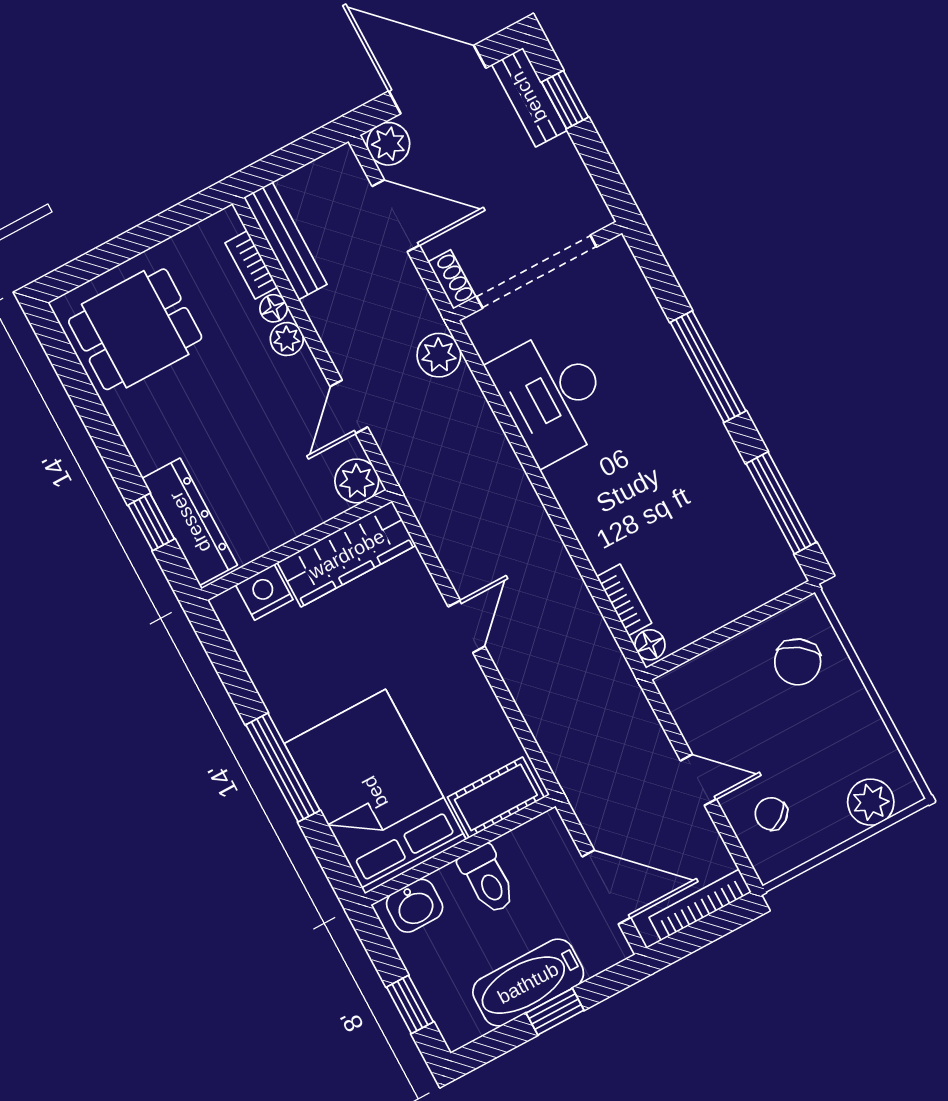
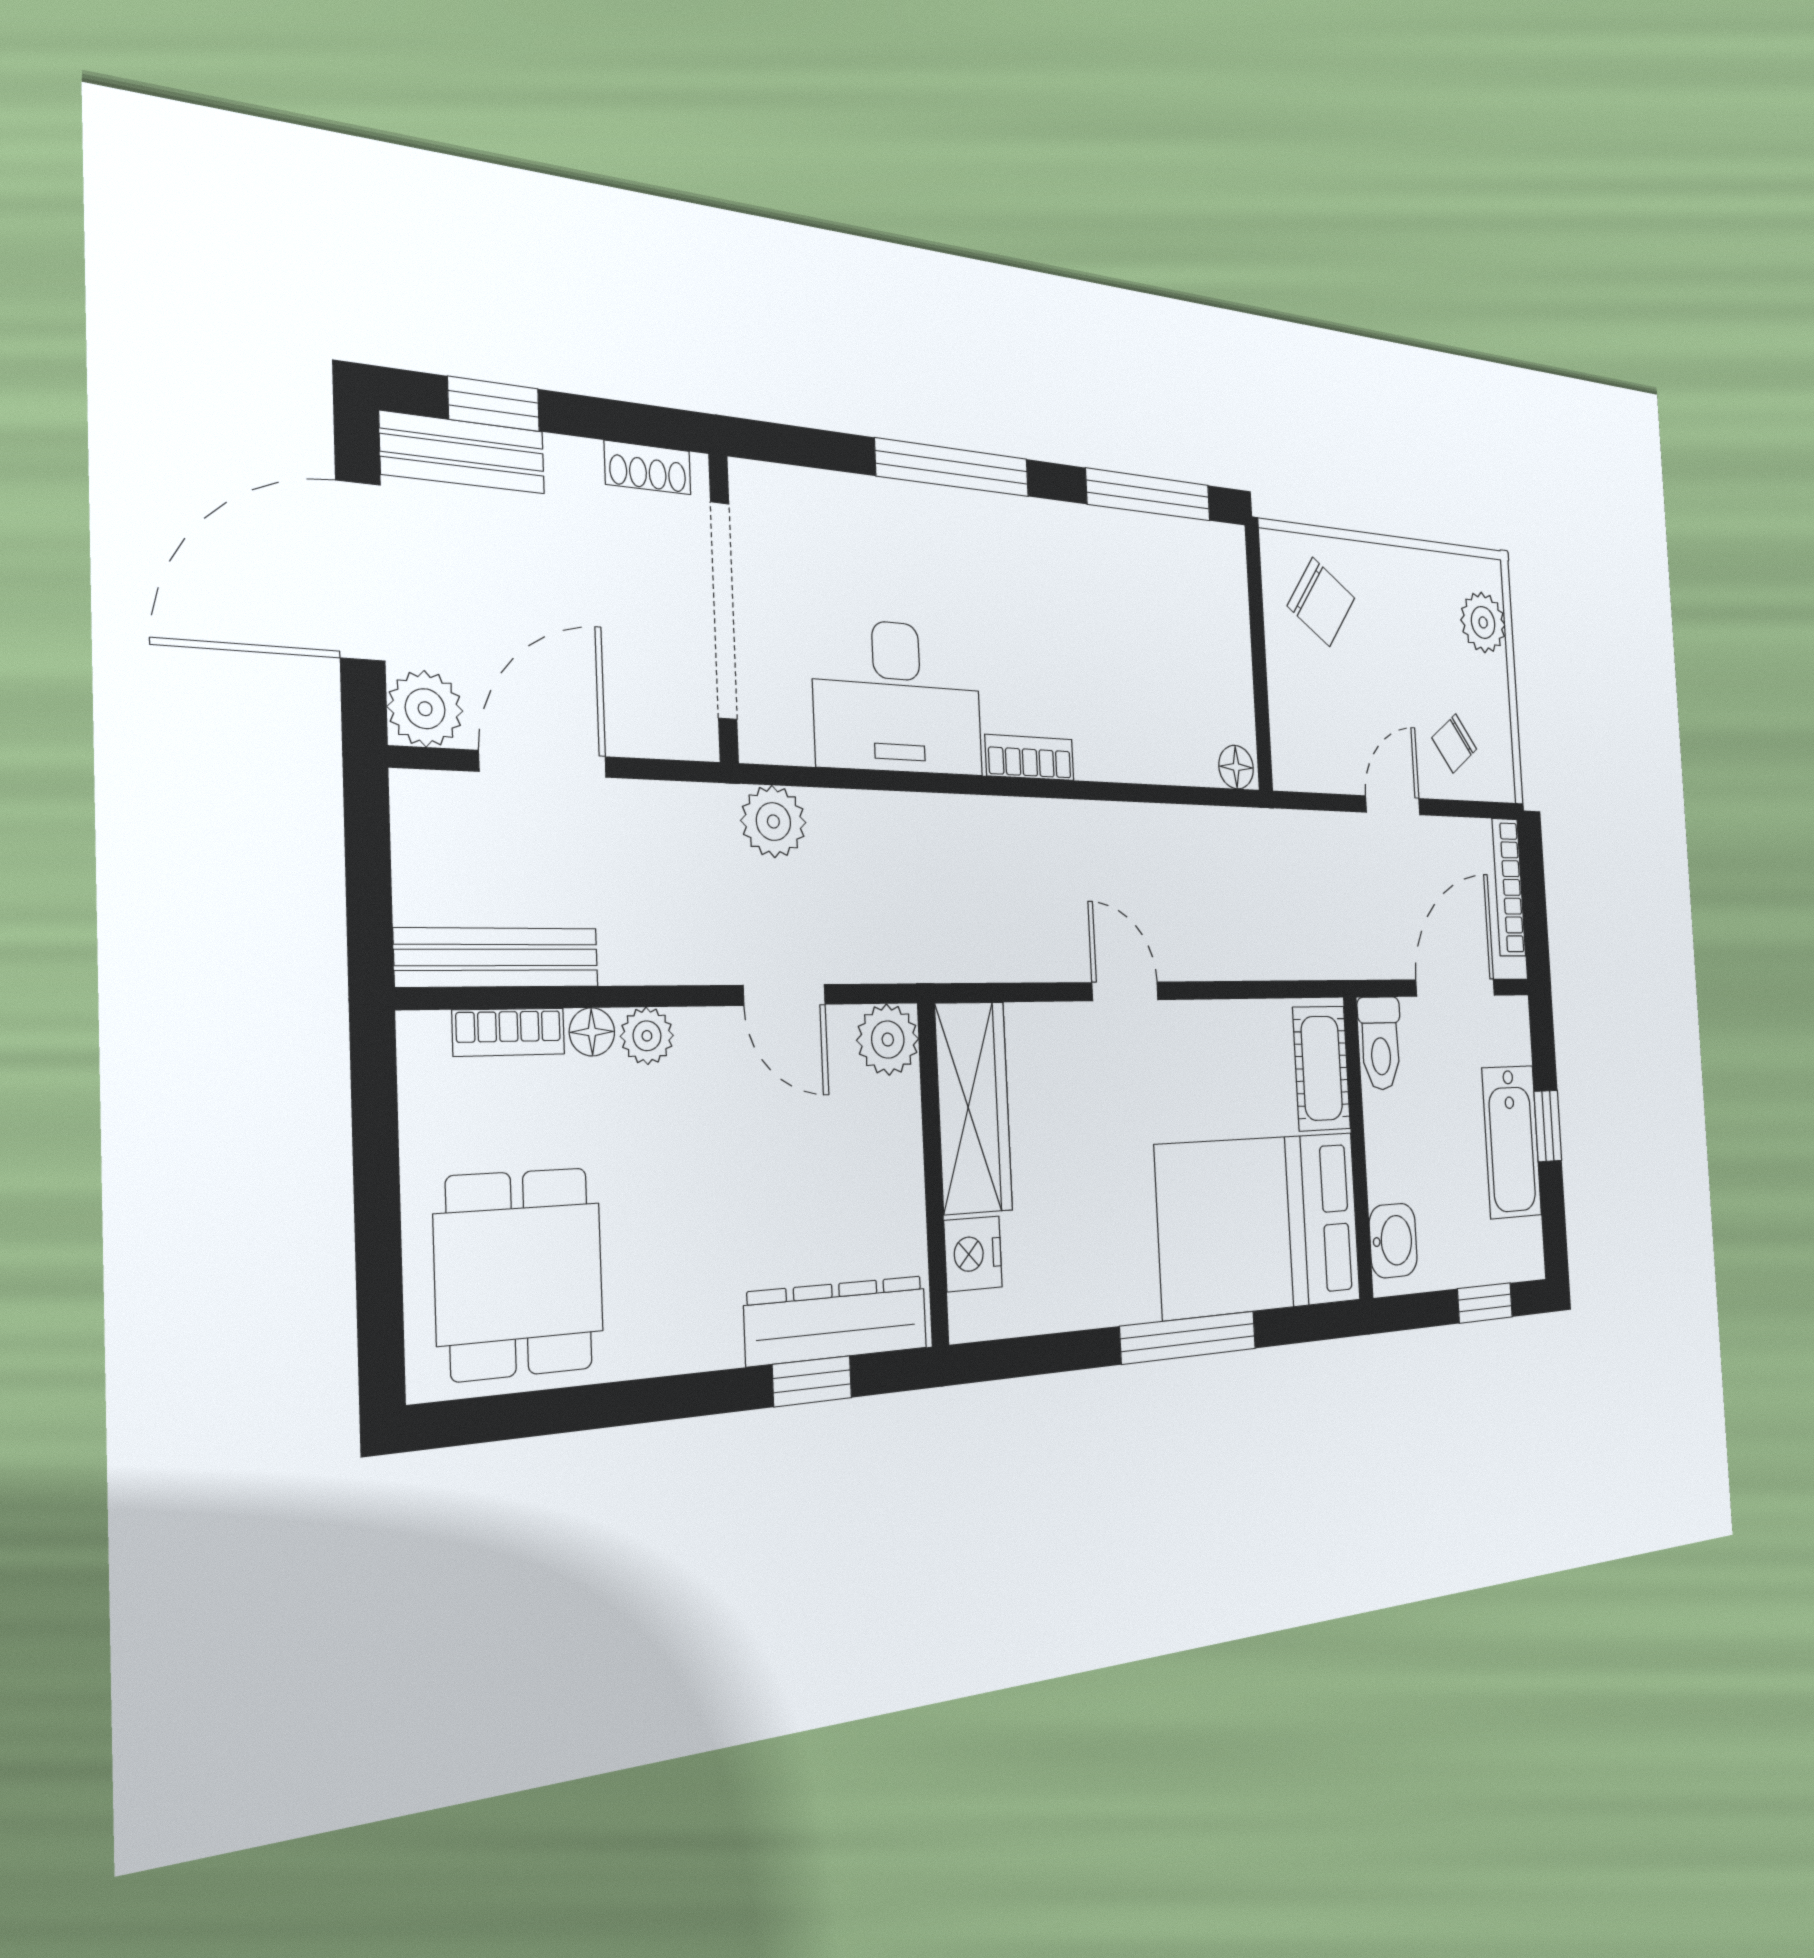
shoe rack: (452, 279) -> (648, 468), moved, turned 180
bookcase: (624, 600) -> (1030, 758), moved
toilet: (487, 879) -> (1380, 1043), moved, turned 90

